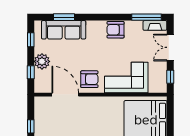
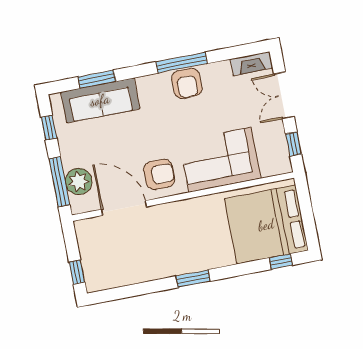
window: (147, 17) -> (182, 63), moved
armchair: (116, 30) -> (187, 83), turned -90
plant: (42, 61) -> (79, 181), moved
window: (31, 72) -> (59, 182), width x2.17

